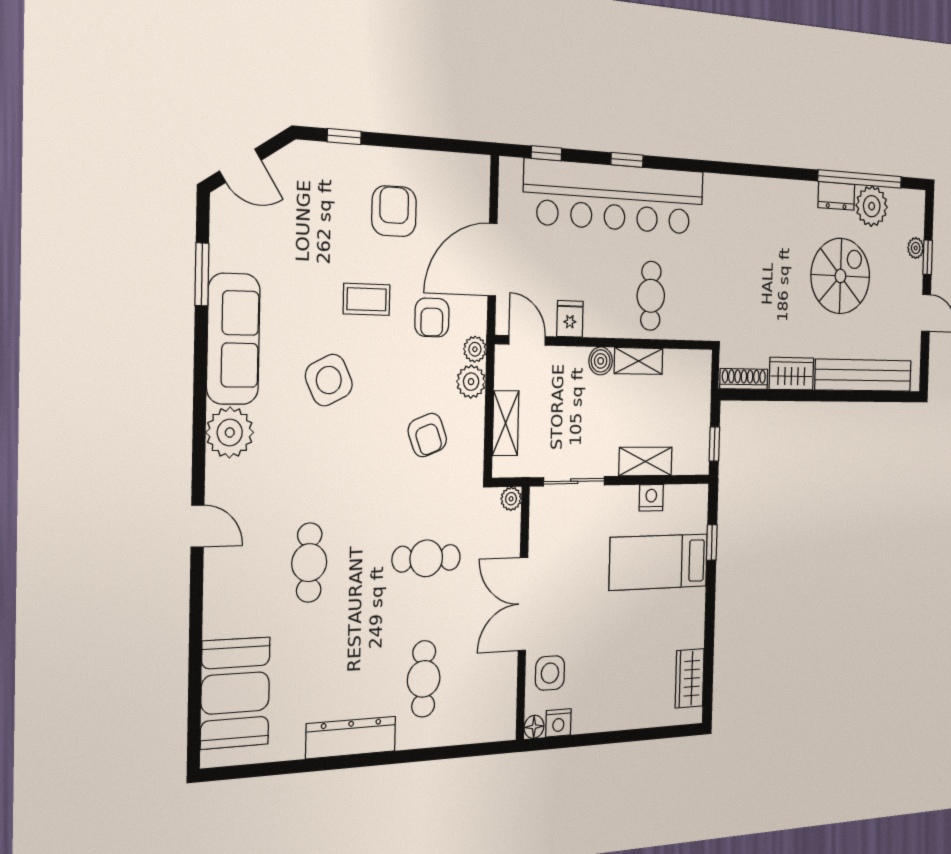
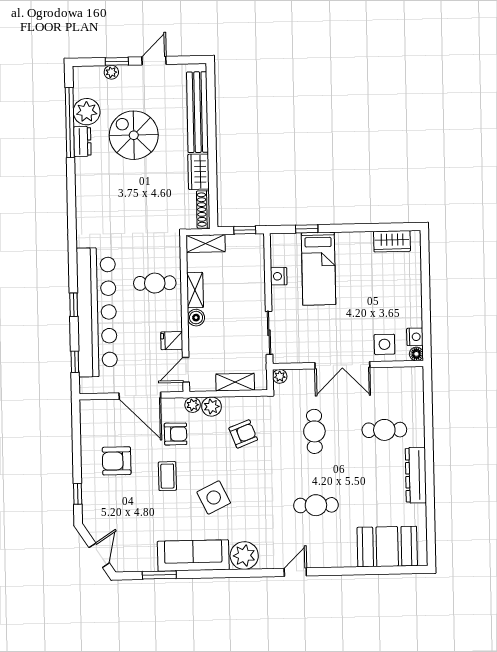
shelving: (646, 461) -> (205, 243), moved, turned 90

